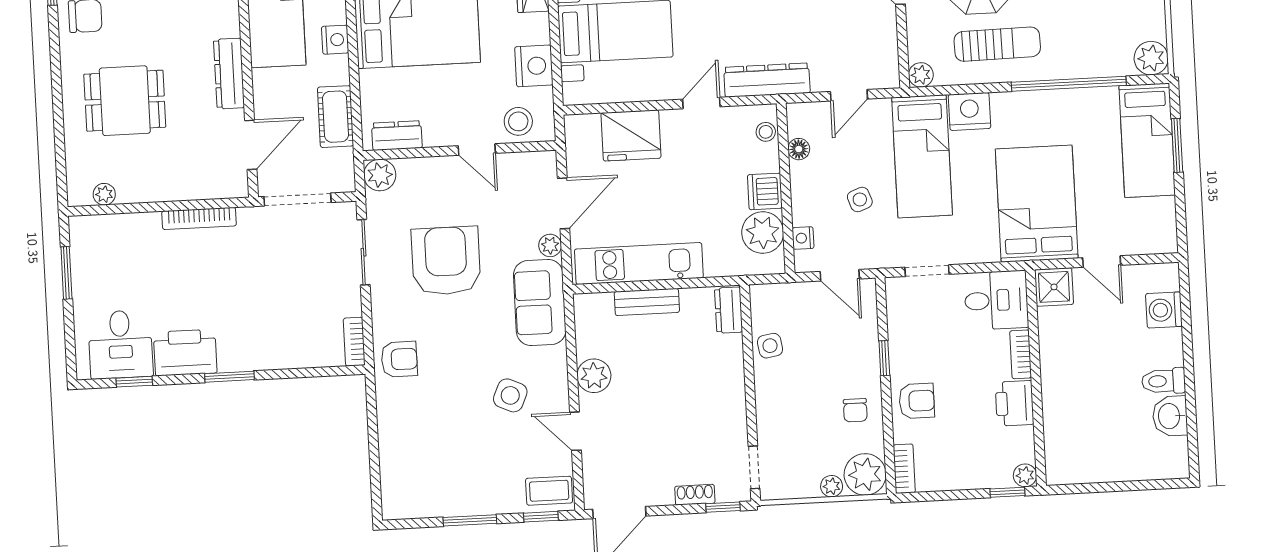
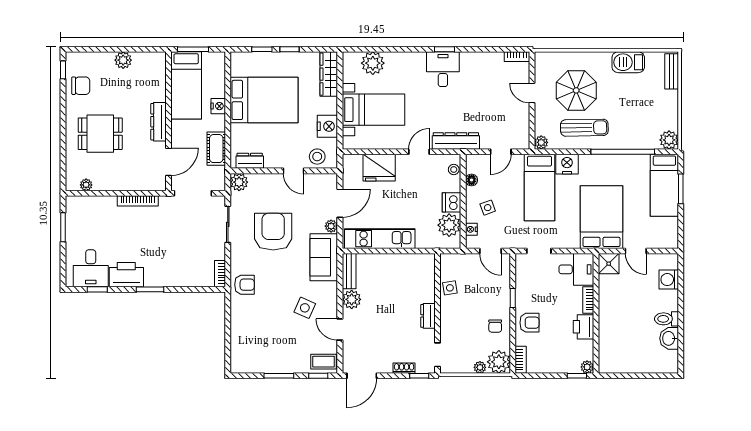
side table: (860, 199) -> (488, 208), moved
bench: (647, 302) -> (349, 271), moved, turned 90
dresser: (729, 310) -> (428, 316), moved

